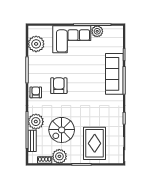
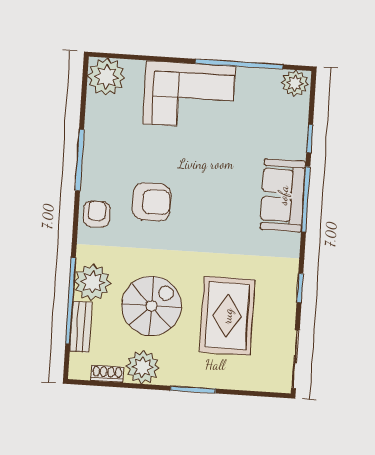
plant: (97, 31) -> (295, 83), moved
plant: (36, 44) -> (106, 77), moved
sofa: (114, 74) -> (283, 195), width x0.73
armchair: (59, 86) -> (152, 202), turned 90
spiral stairs: (62, 130) -> (152, 306), turned 180
rug: (95, 143) -> (227, 316), moved

